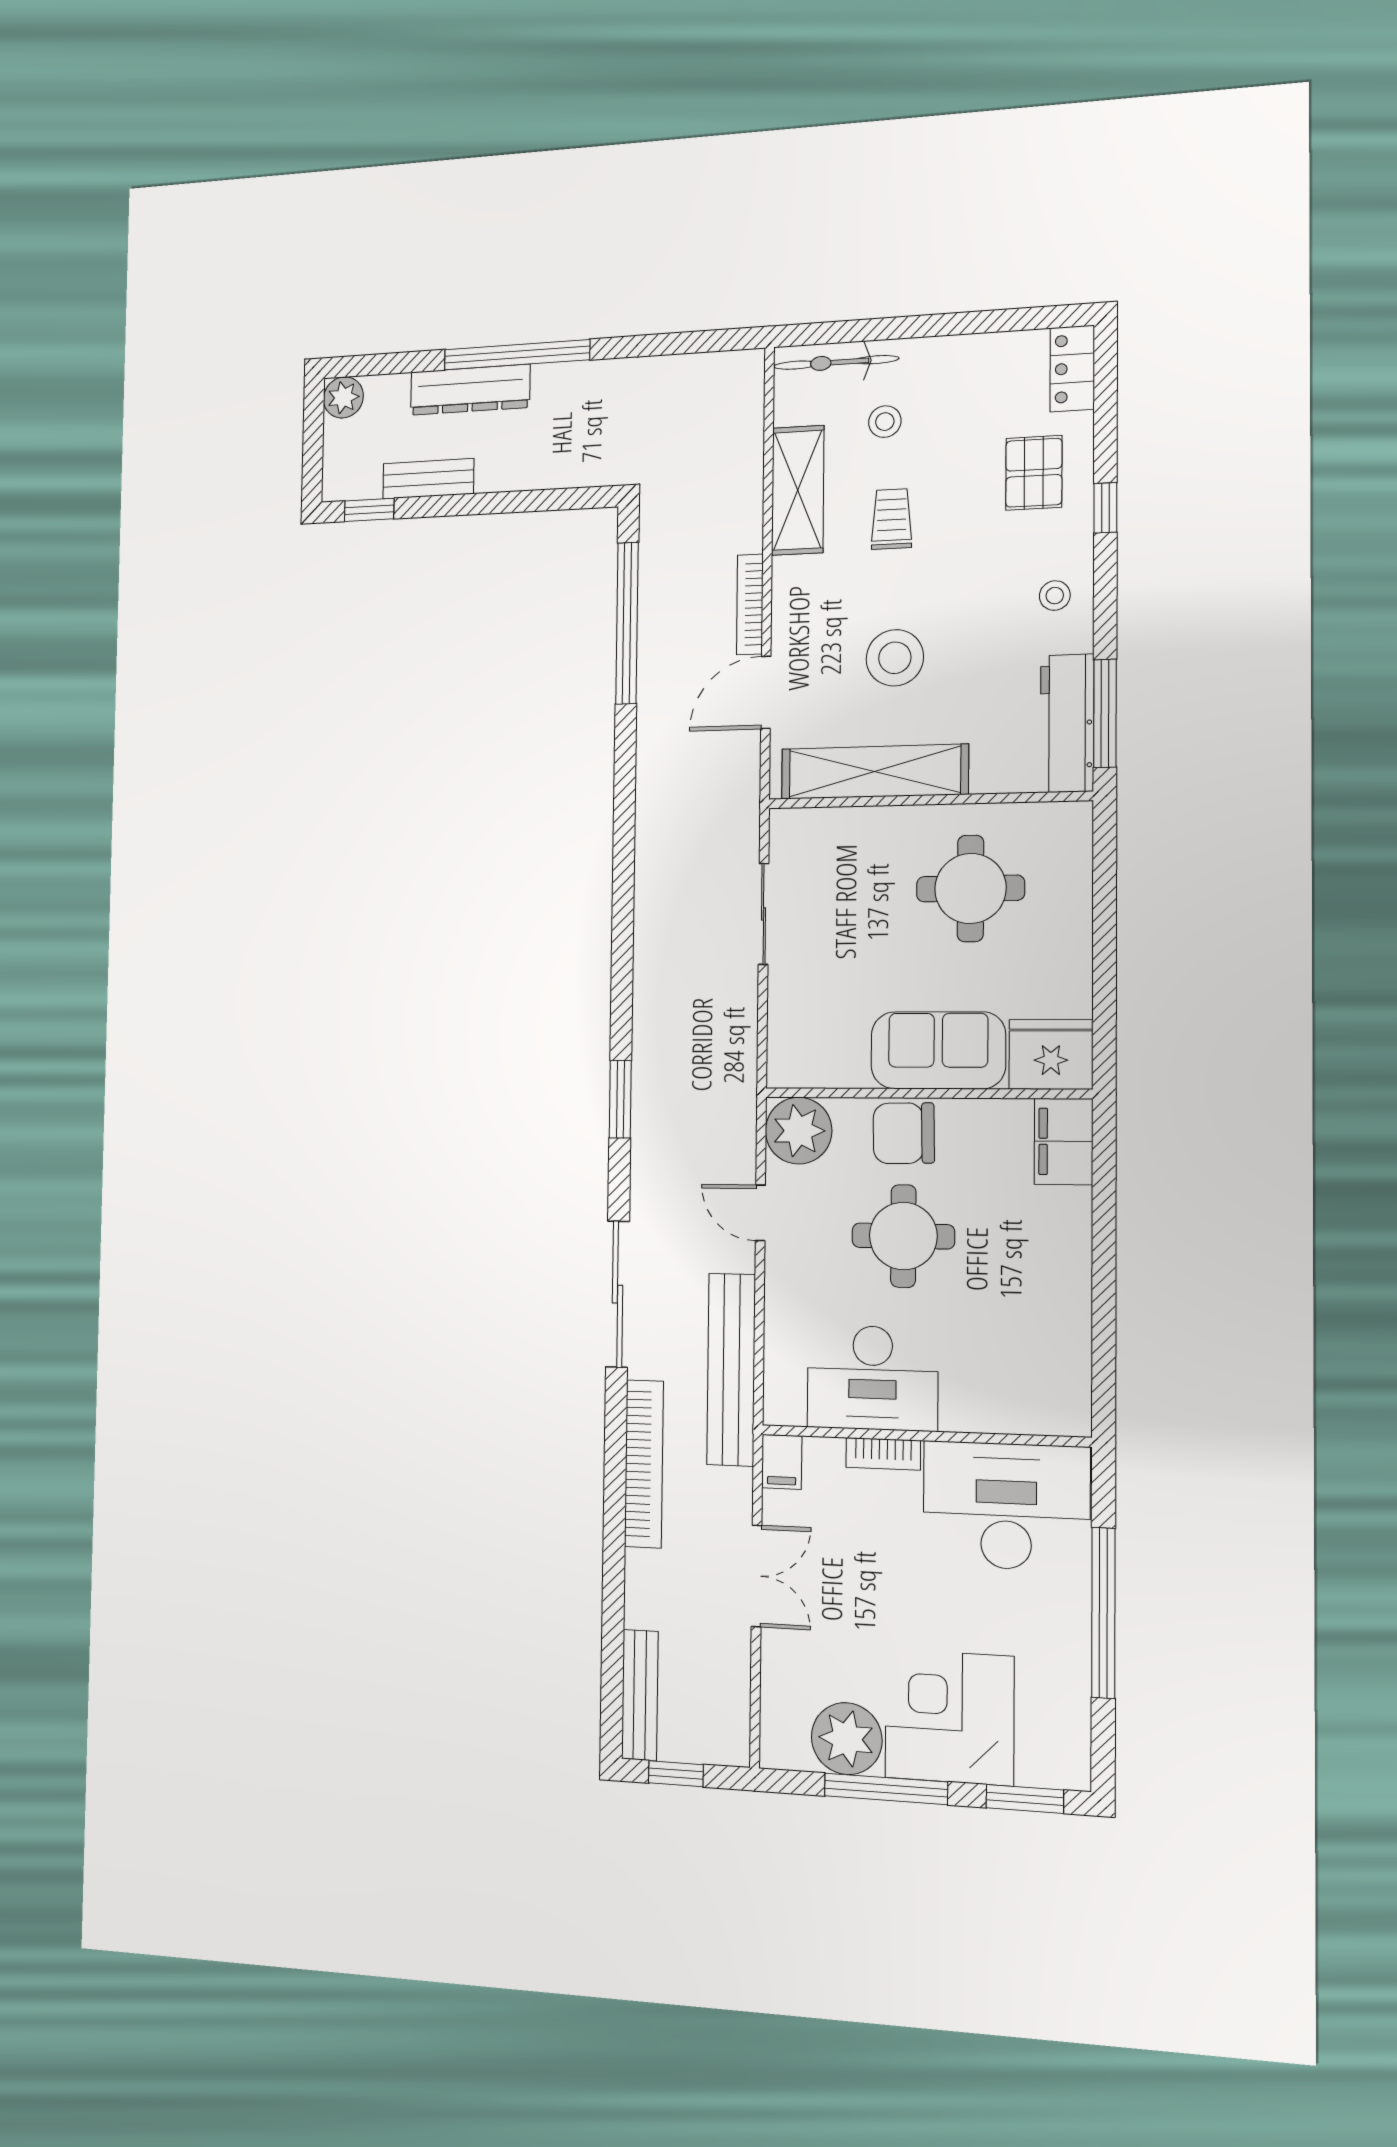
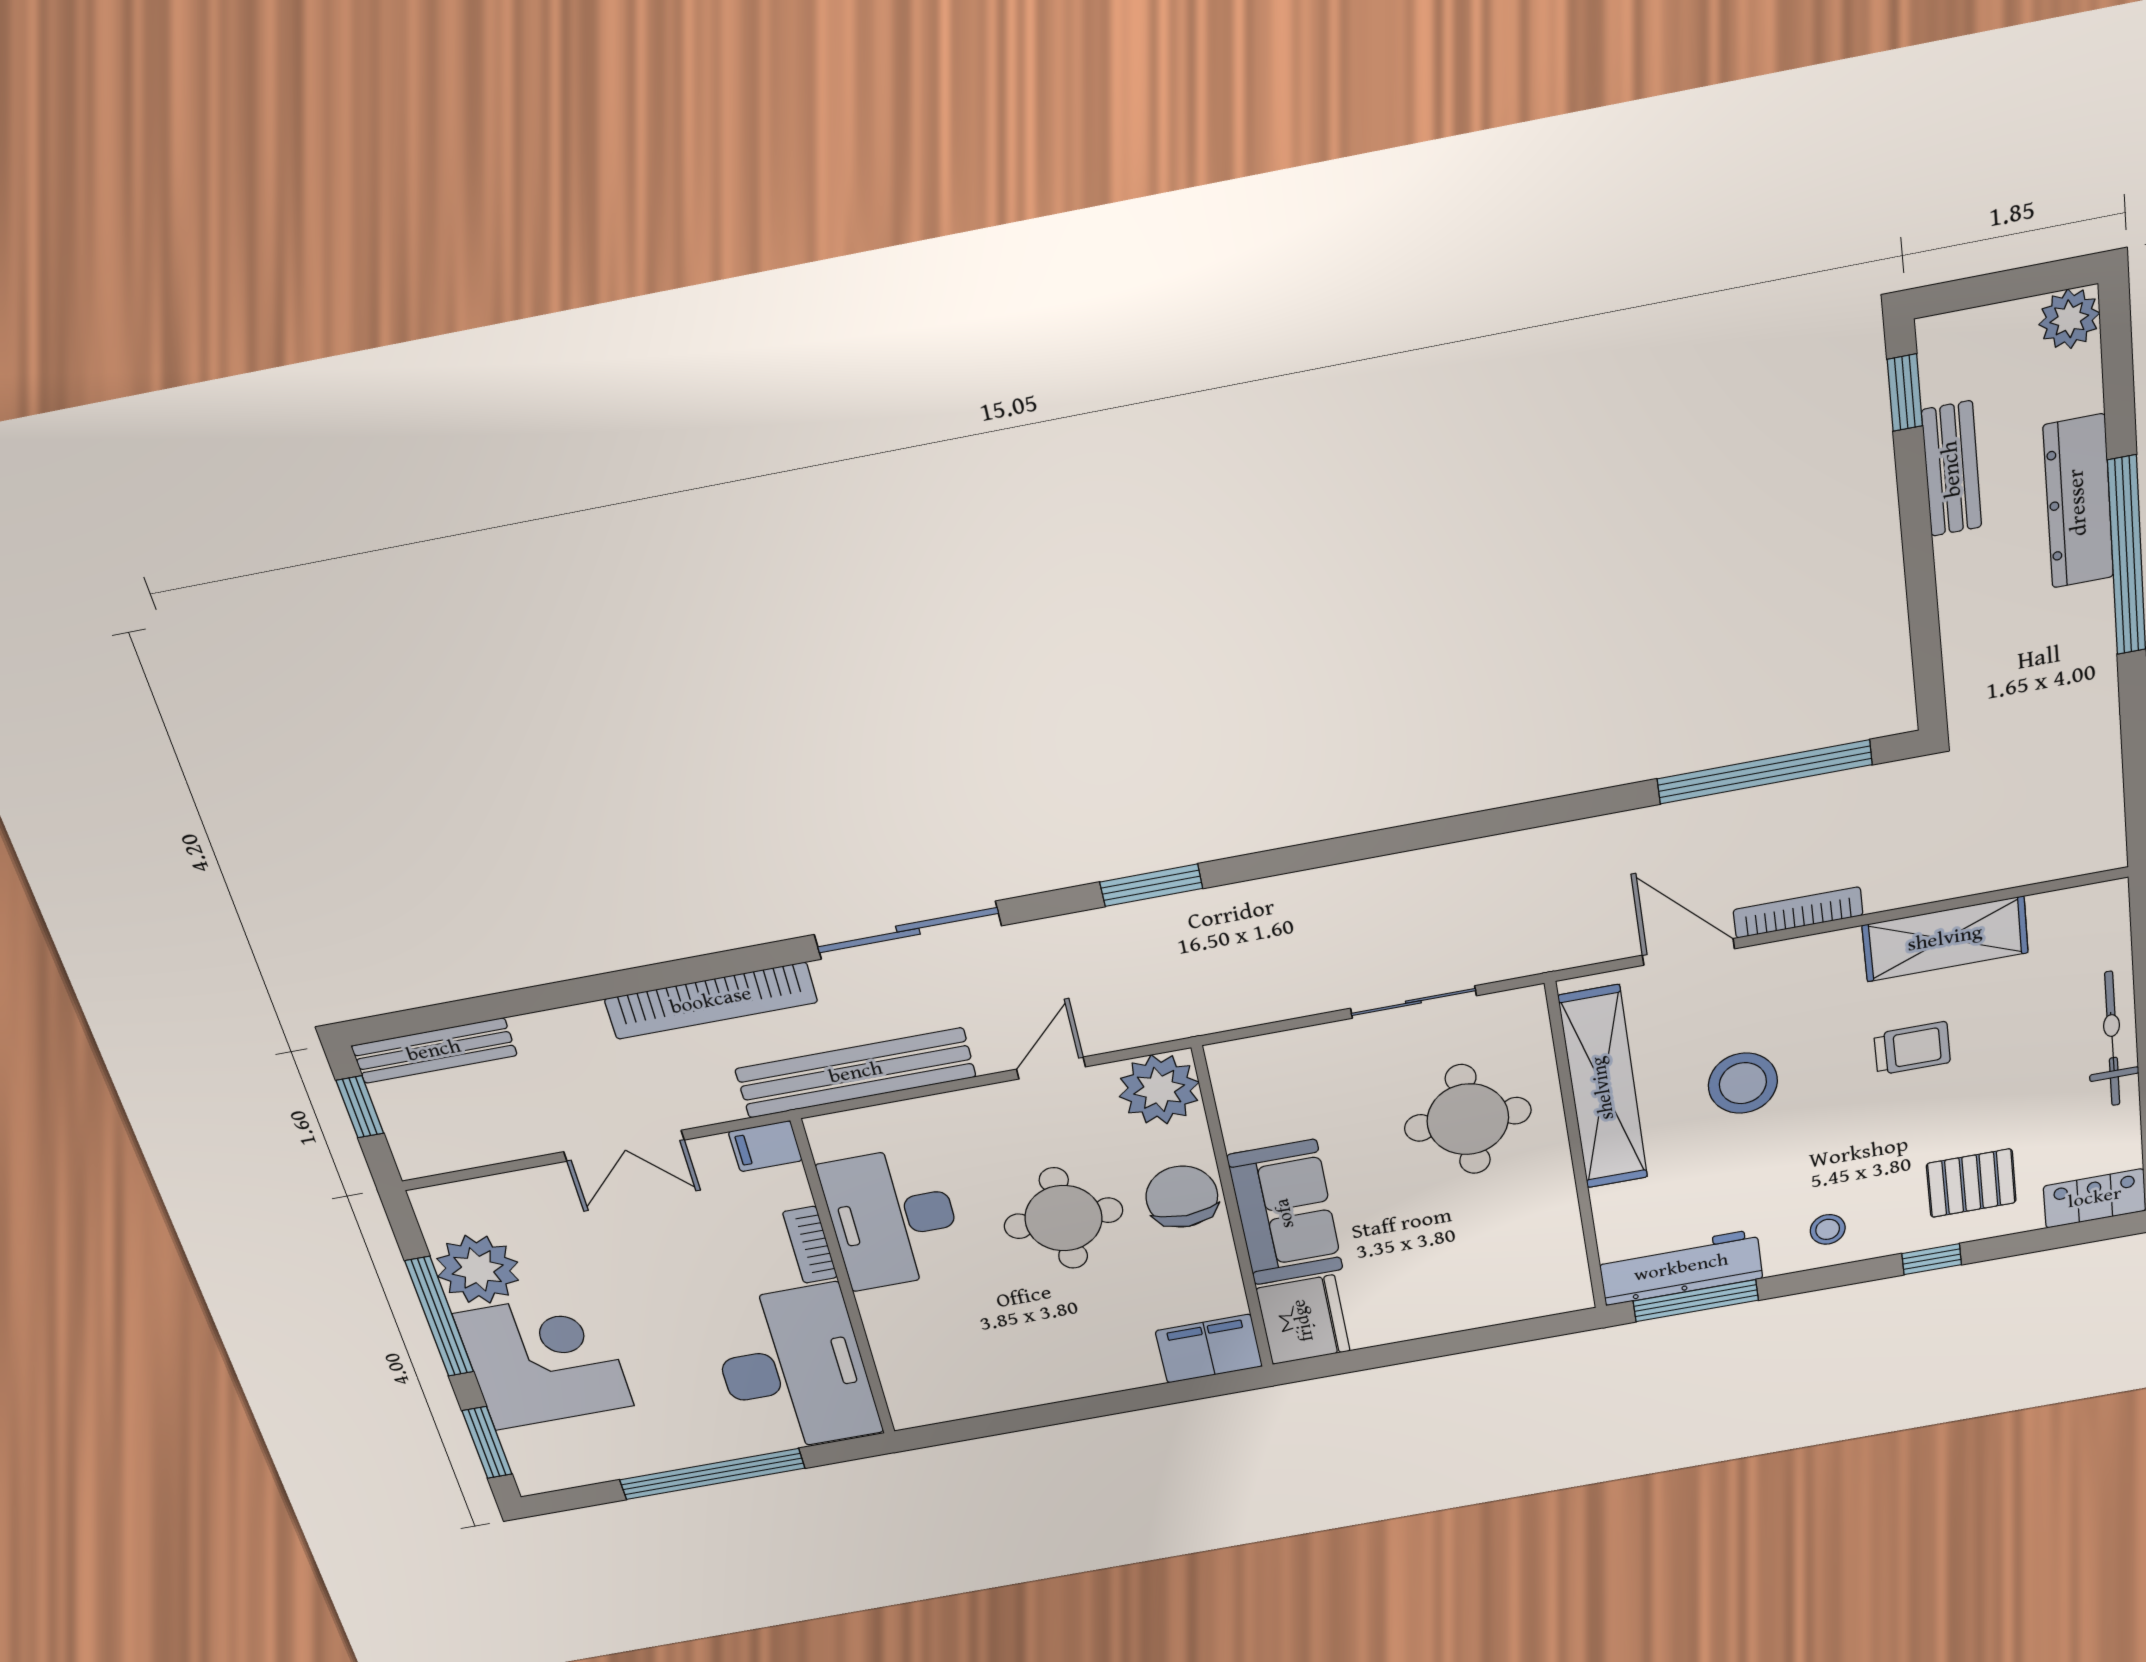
bicycle: (836, 362) -> (2112, 1039), moved
stool: (885, 422) -> (2032, 1019), removed
round table: (970, 888) -> (1468, 1119), moved

